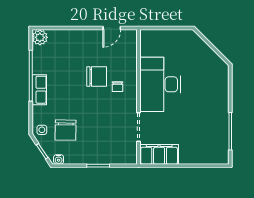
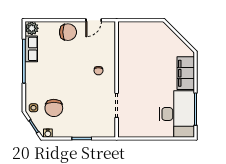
chair: (97, 76) -> (68, 32), moved
desk: (160, 84) -> (177, 114), moved, turned 180
row of seats: (39, 90) -> (31, 49), moved
filing cabinet: (159, 154) -> (186, 73), moved, turned -90

